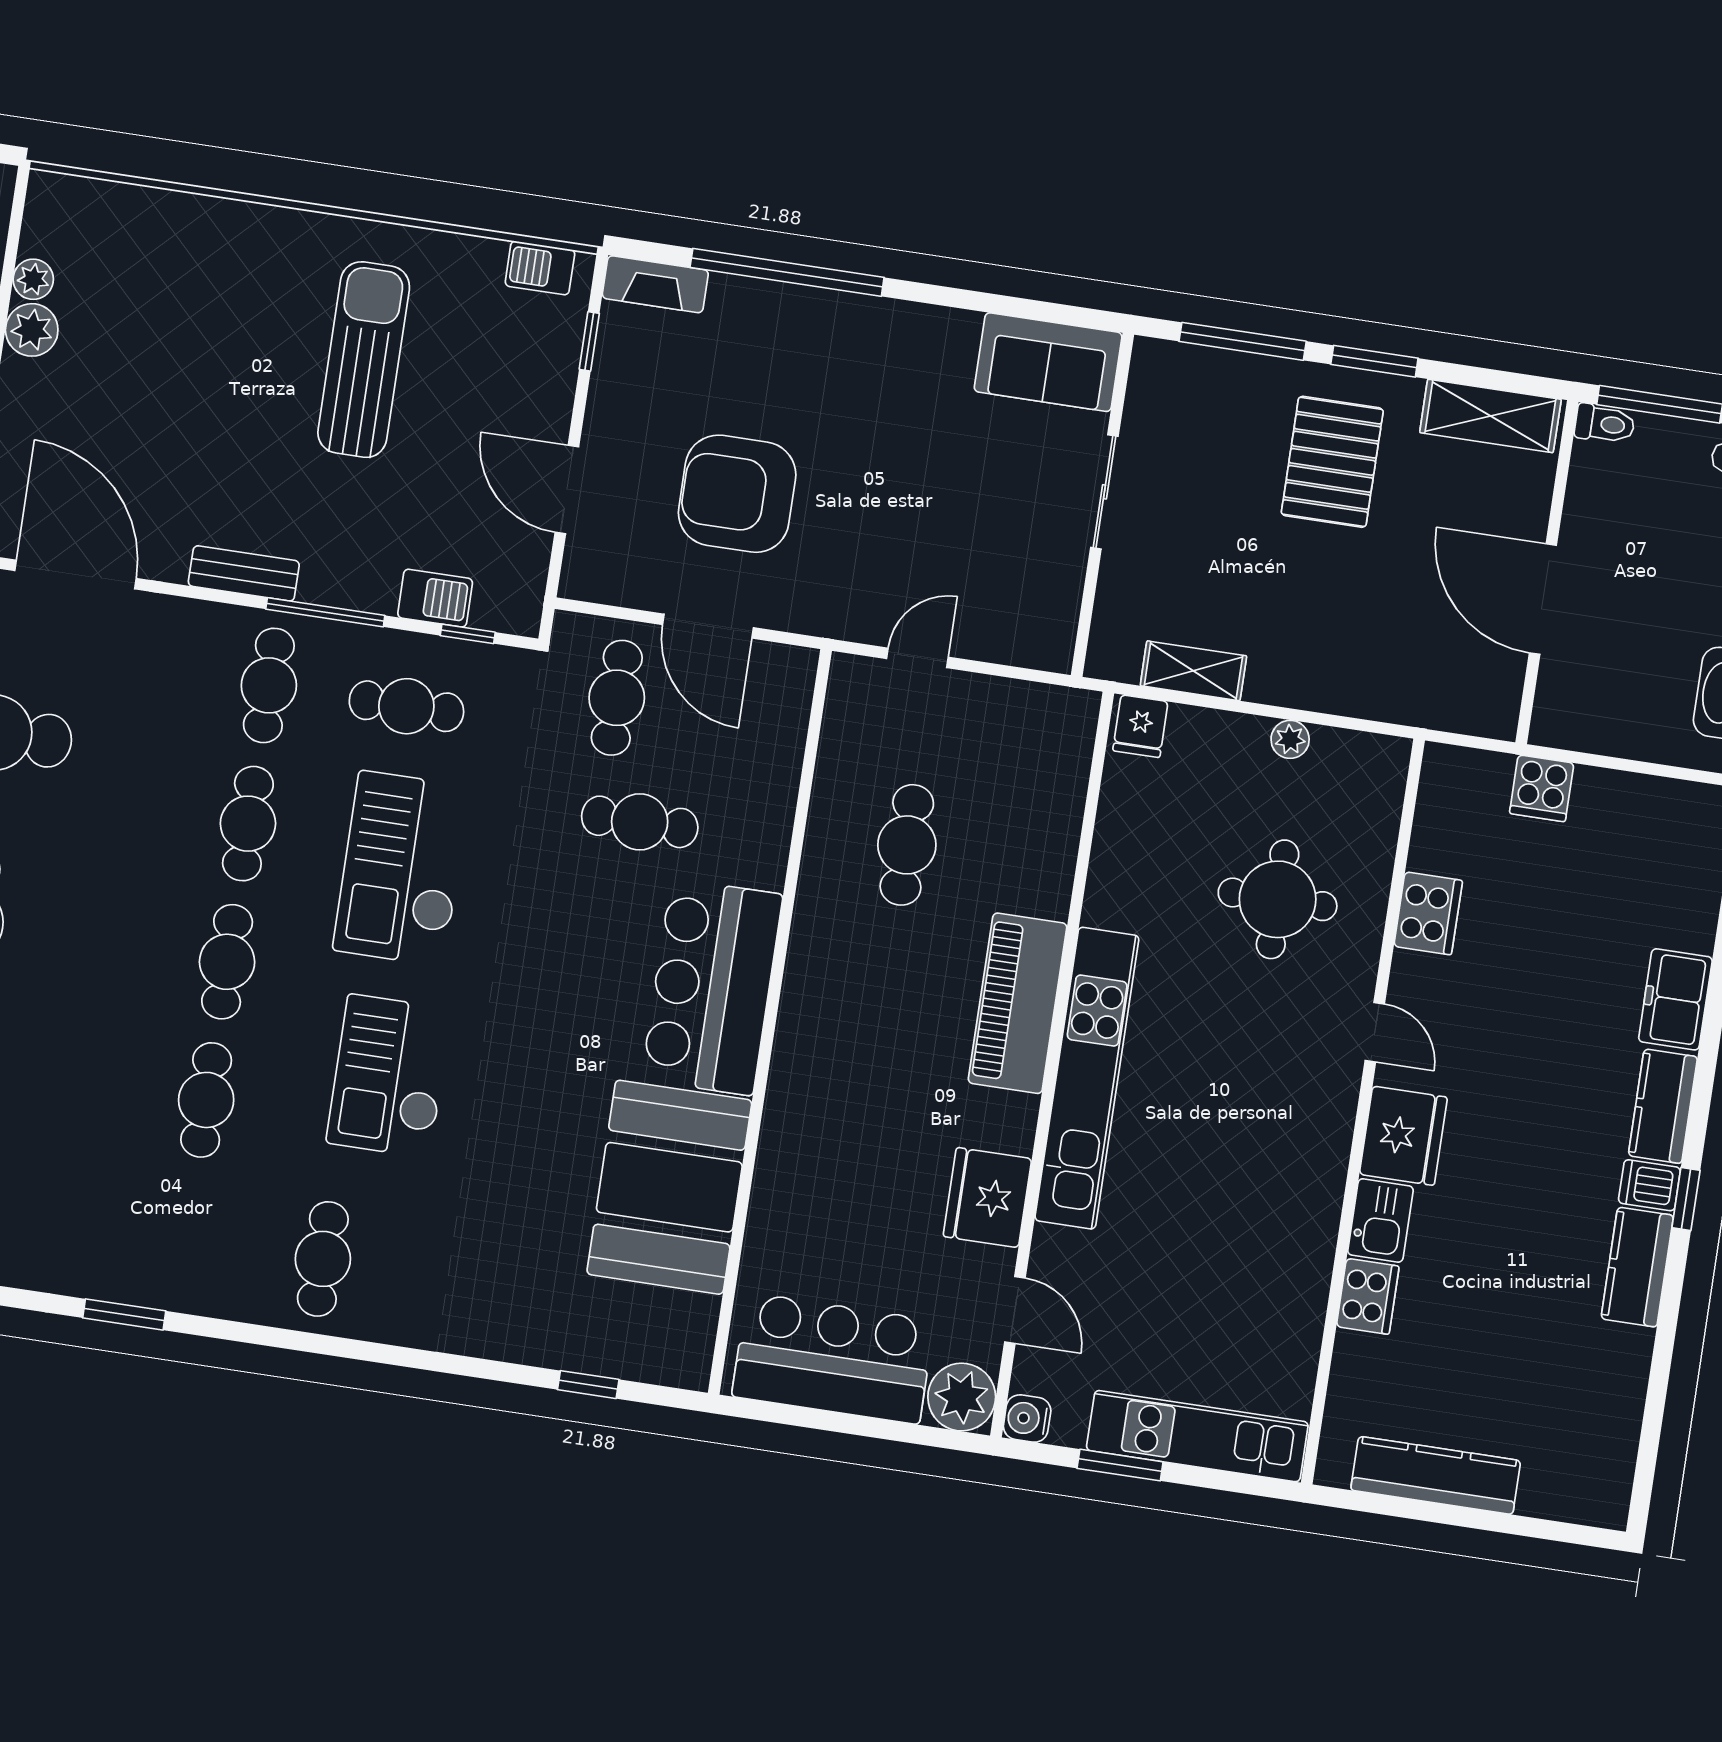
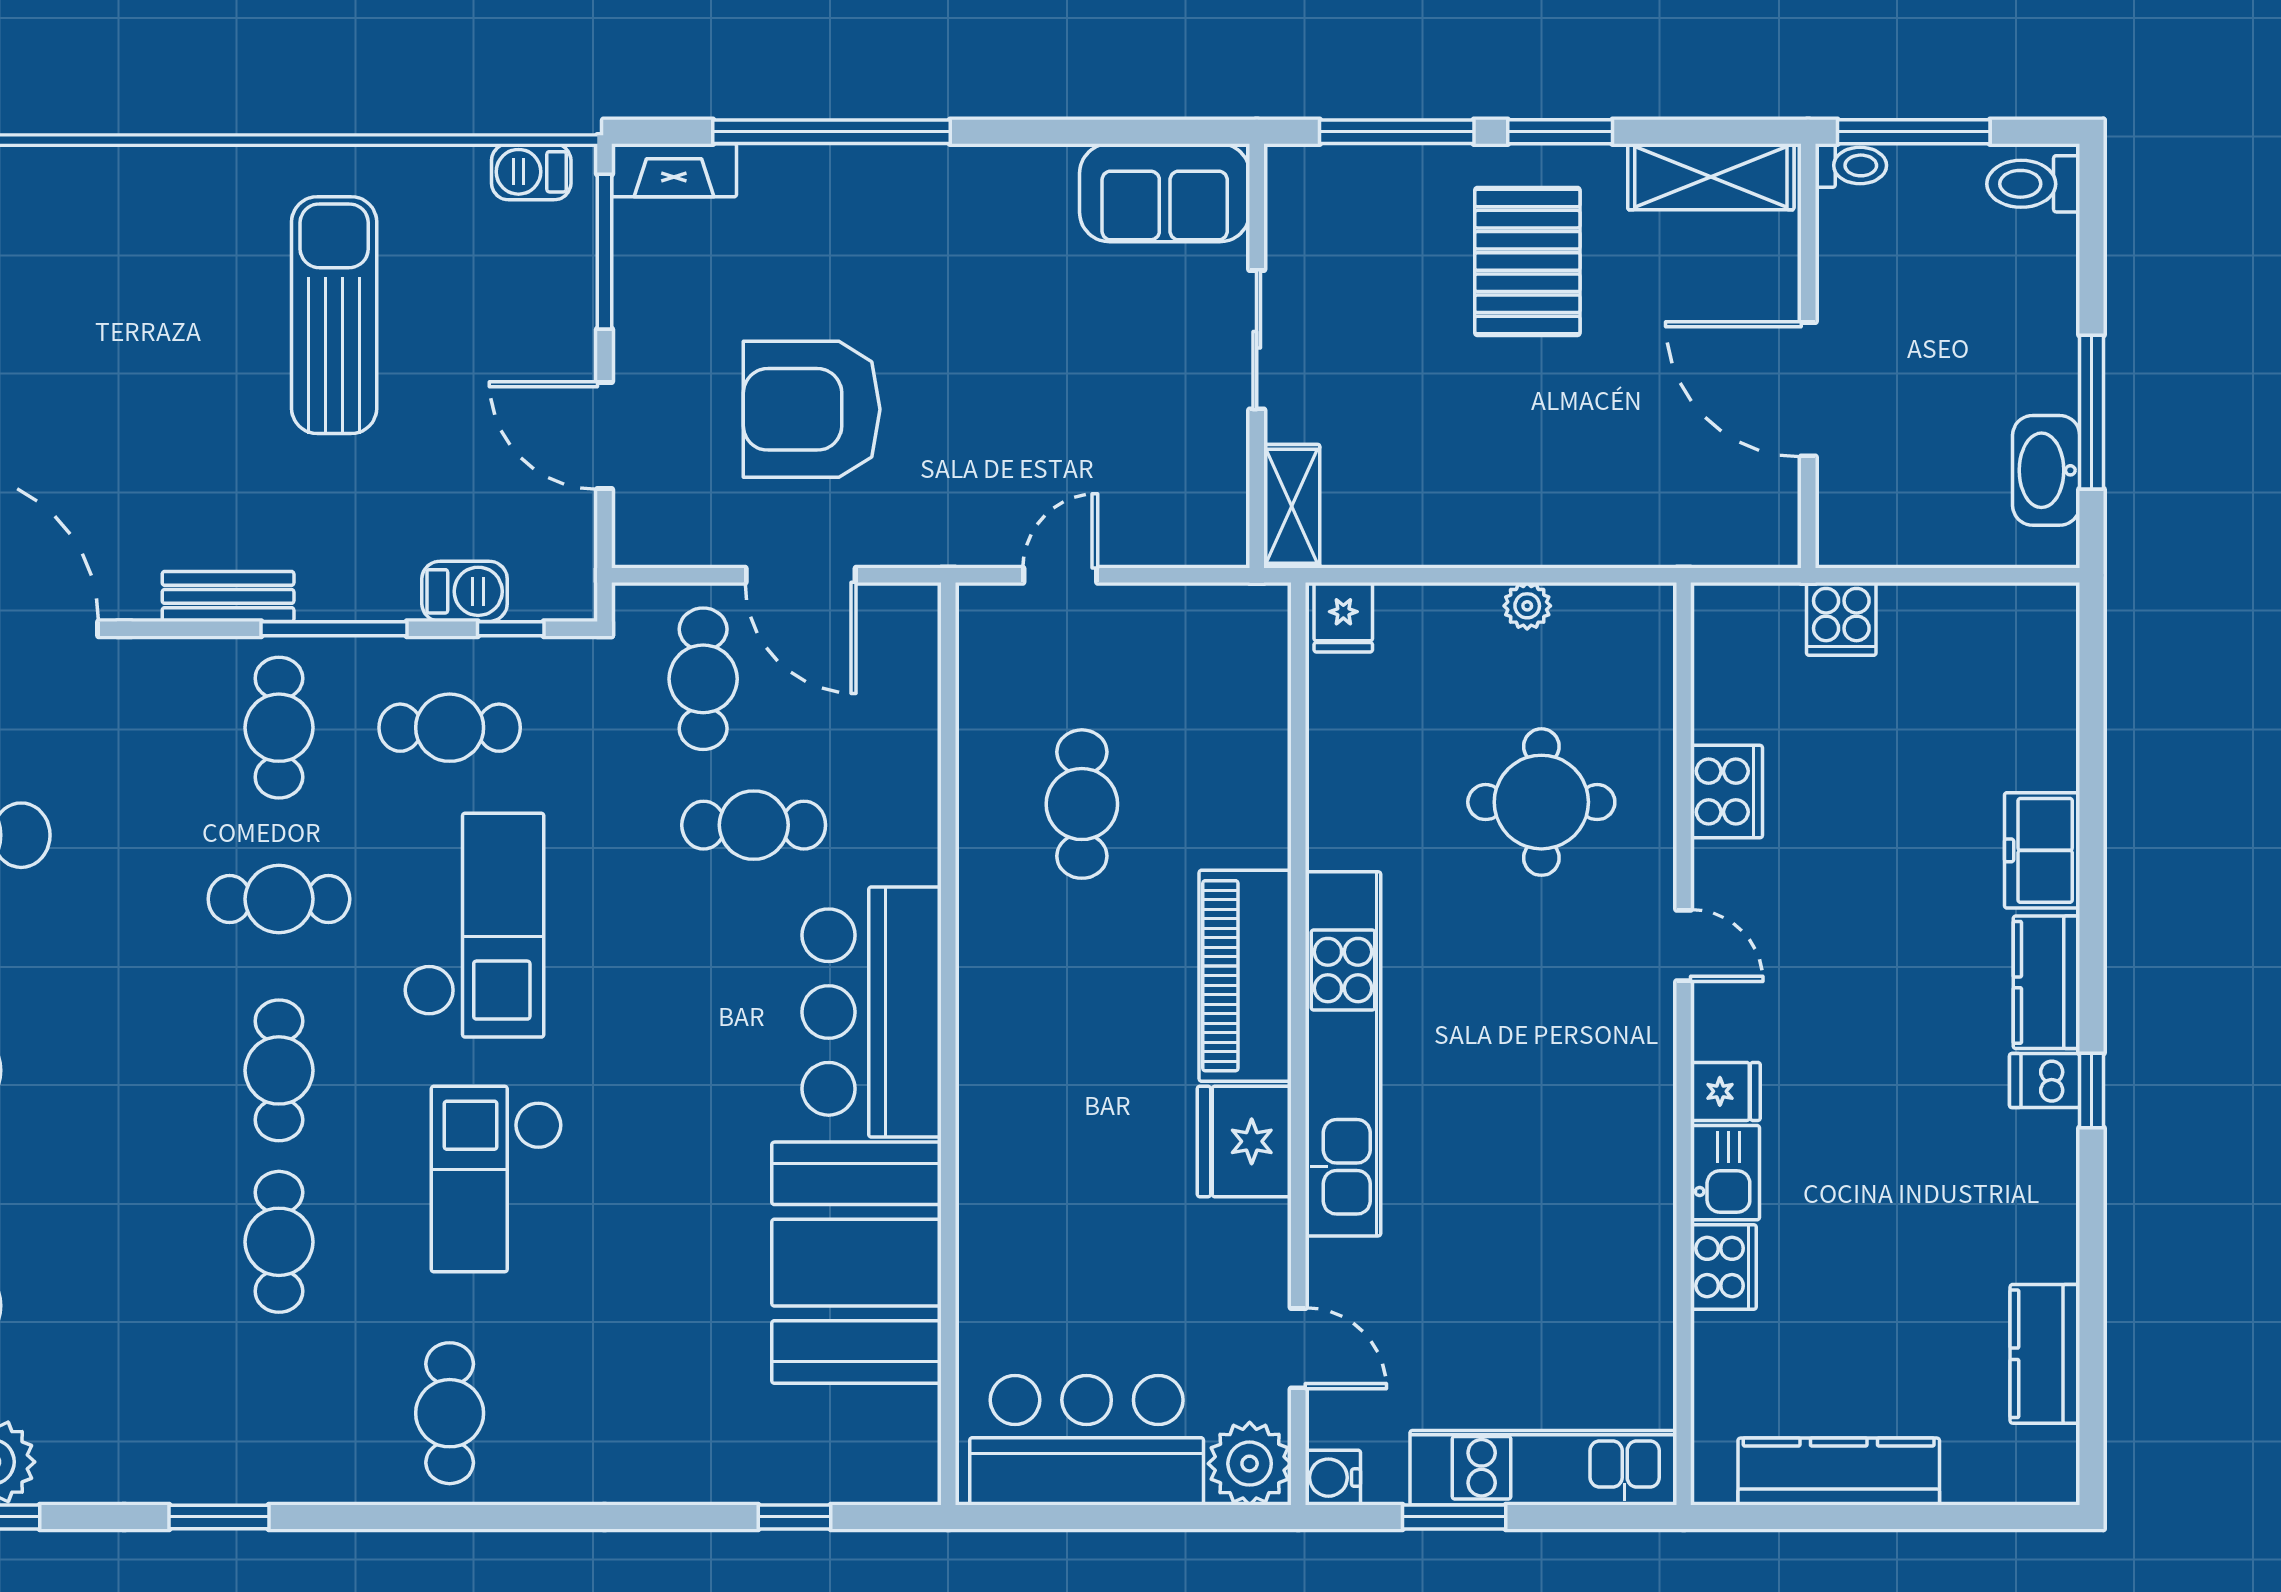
window: (589, 341) -> (604, 252), width x2.17
shelving: (1193, 671) -> (1292, 506), moved, turned 90
cafe table: (248, 824) -> (279, 899), turned 90
checkout: (402, 868) -> (474, 925), turned 180
fridge: (1403, 1136) -> (1725, 1091), width x0.53, depth x0.75
fridge: (987, 1198) -> (1244, 1141), moved
kitchen counter: (1637, 1267) -> (2045, 1354), moved

